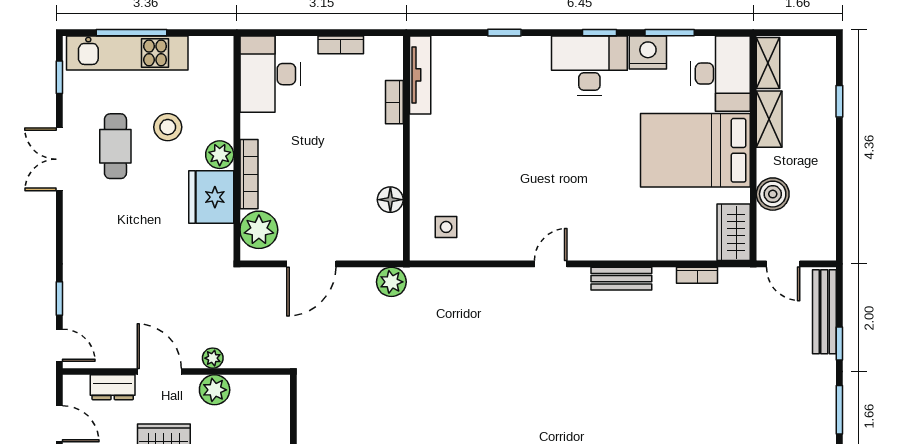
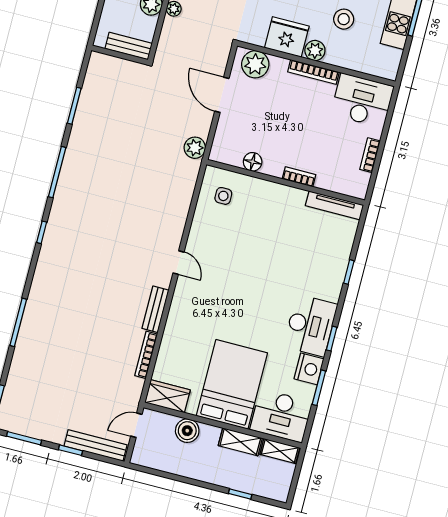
bookcase: (394, 102) -> (299, 177), moved
bookcase: (249, 174) -> (313, 72), moved
bookcase: (697, 275) -> (146, 355), width x1.56
bench: (278, 406) -> (129, 46), added

